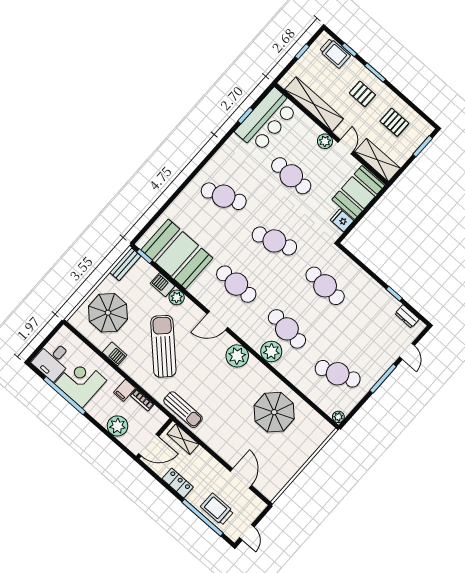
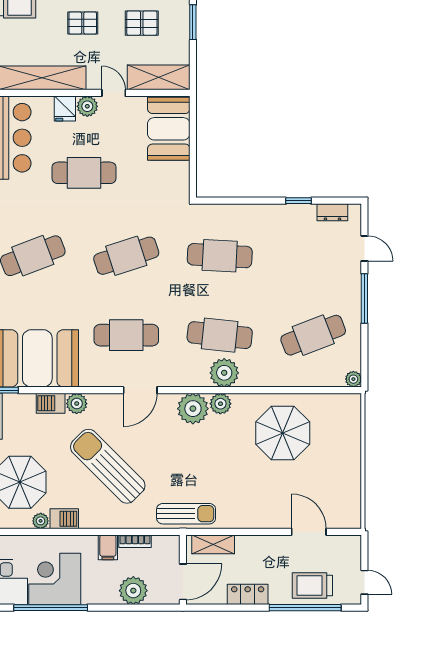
fridge: (342, 220) -> (65, 109), moved, turned -90
plant: (101, 344) -> (41, 521), added
plant: (254, 366) -> (220, 404), added

